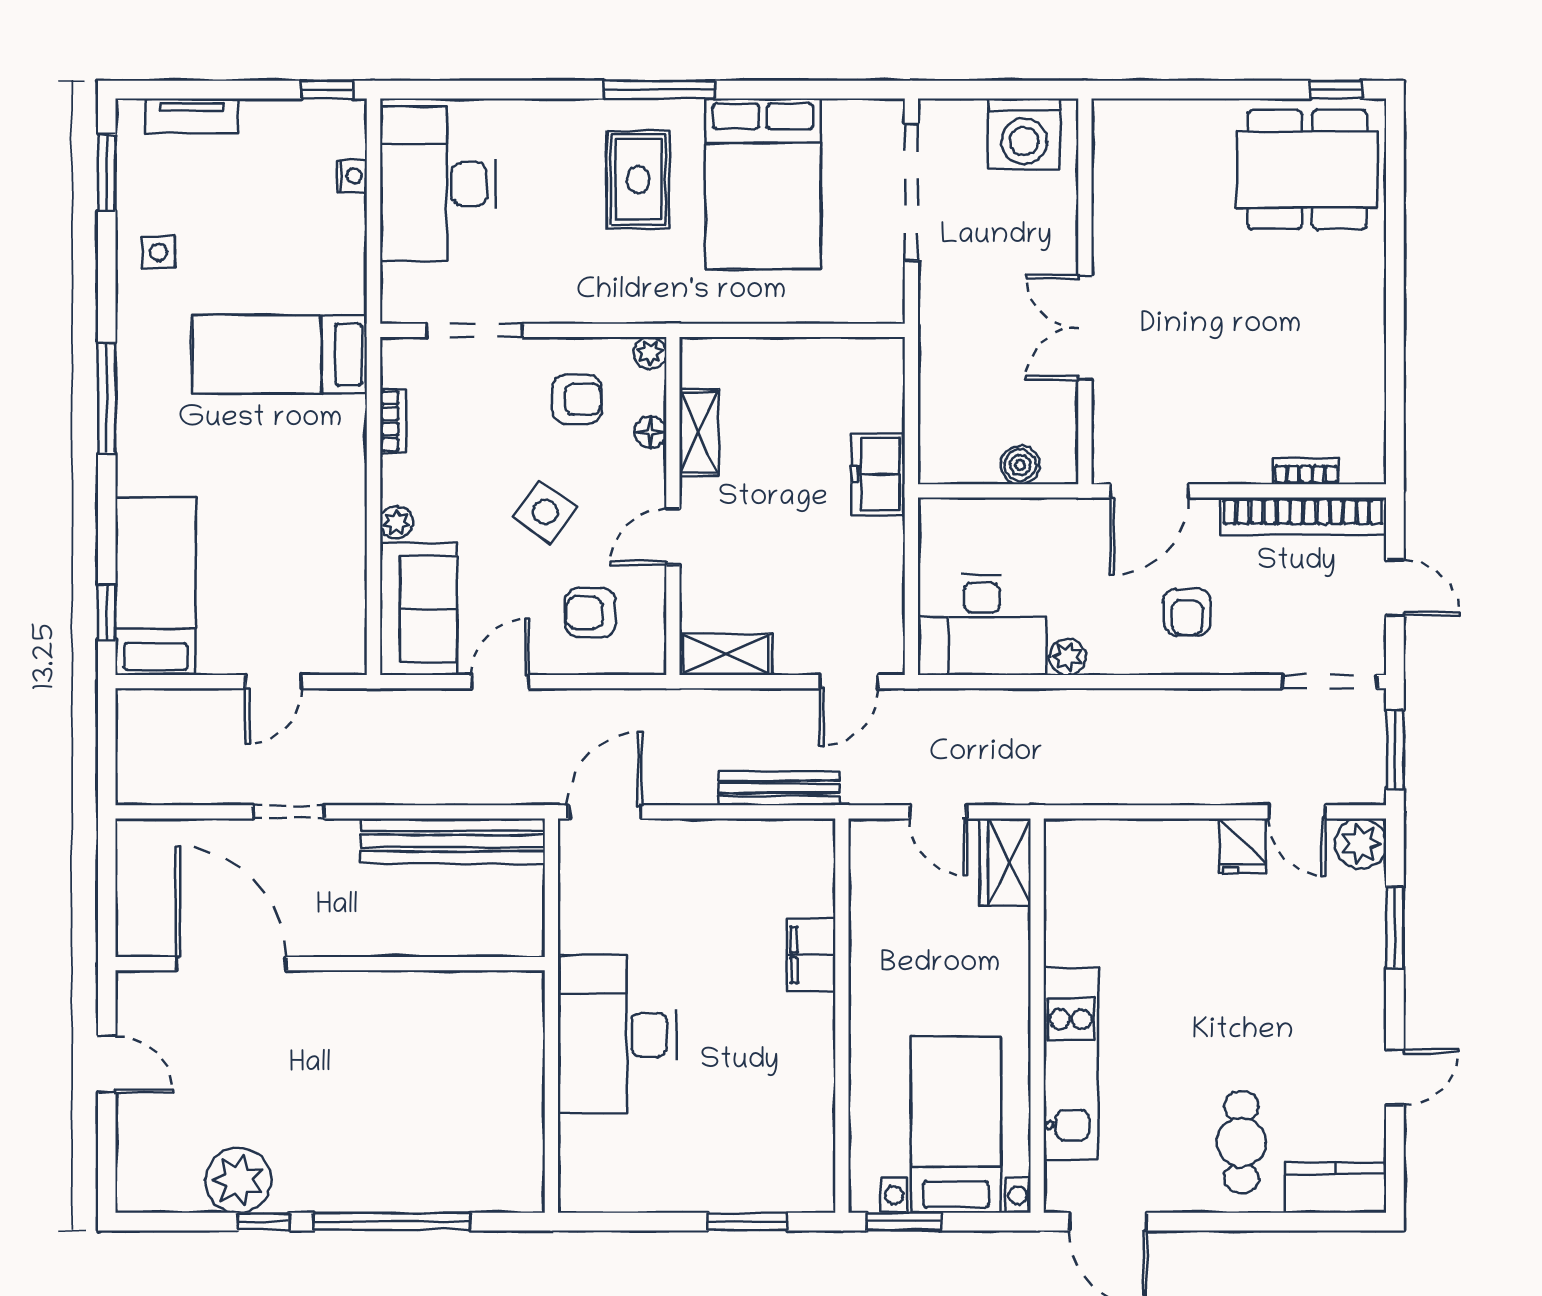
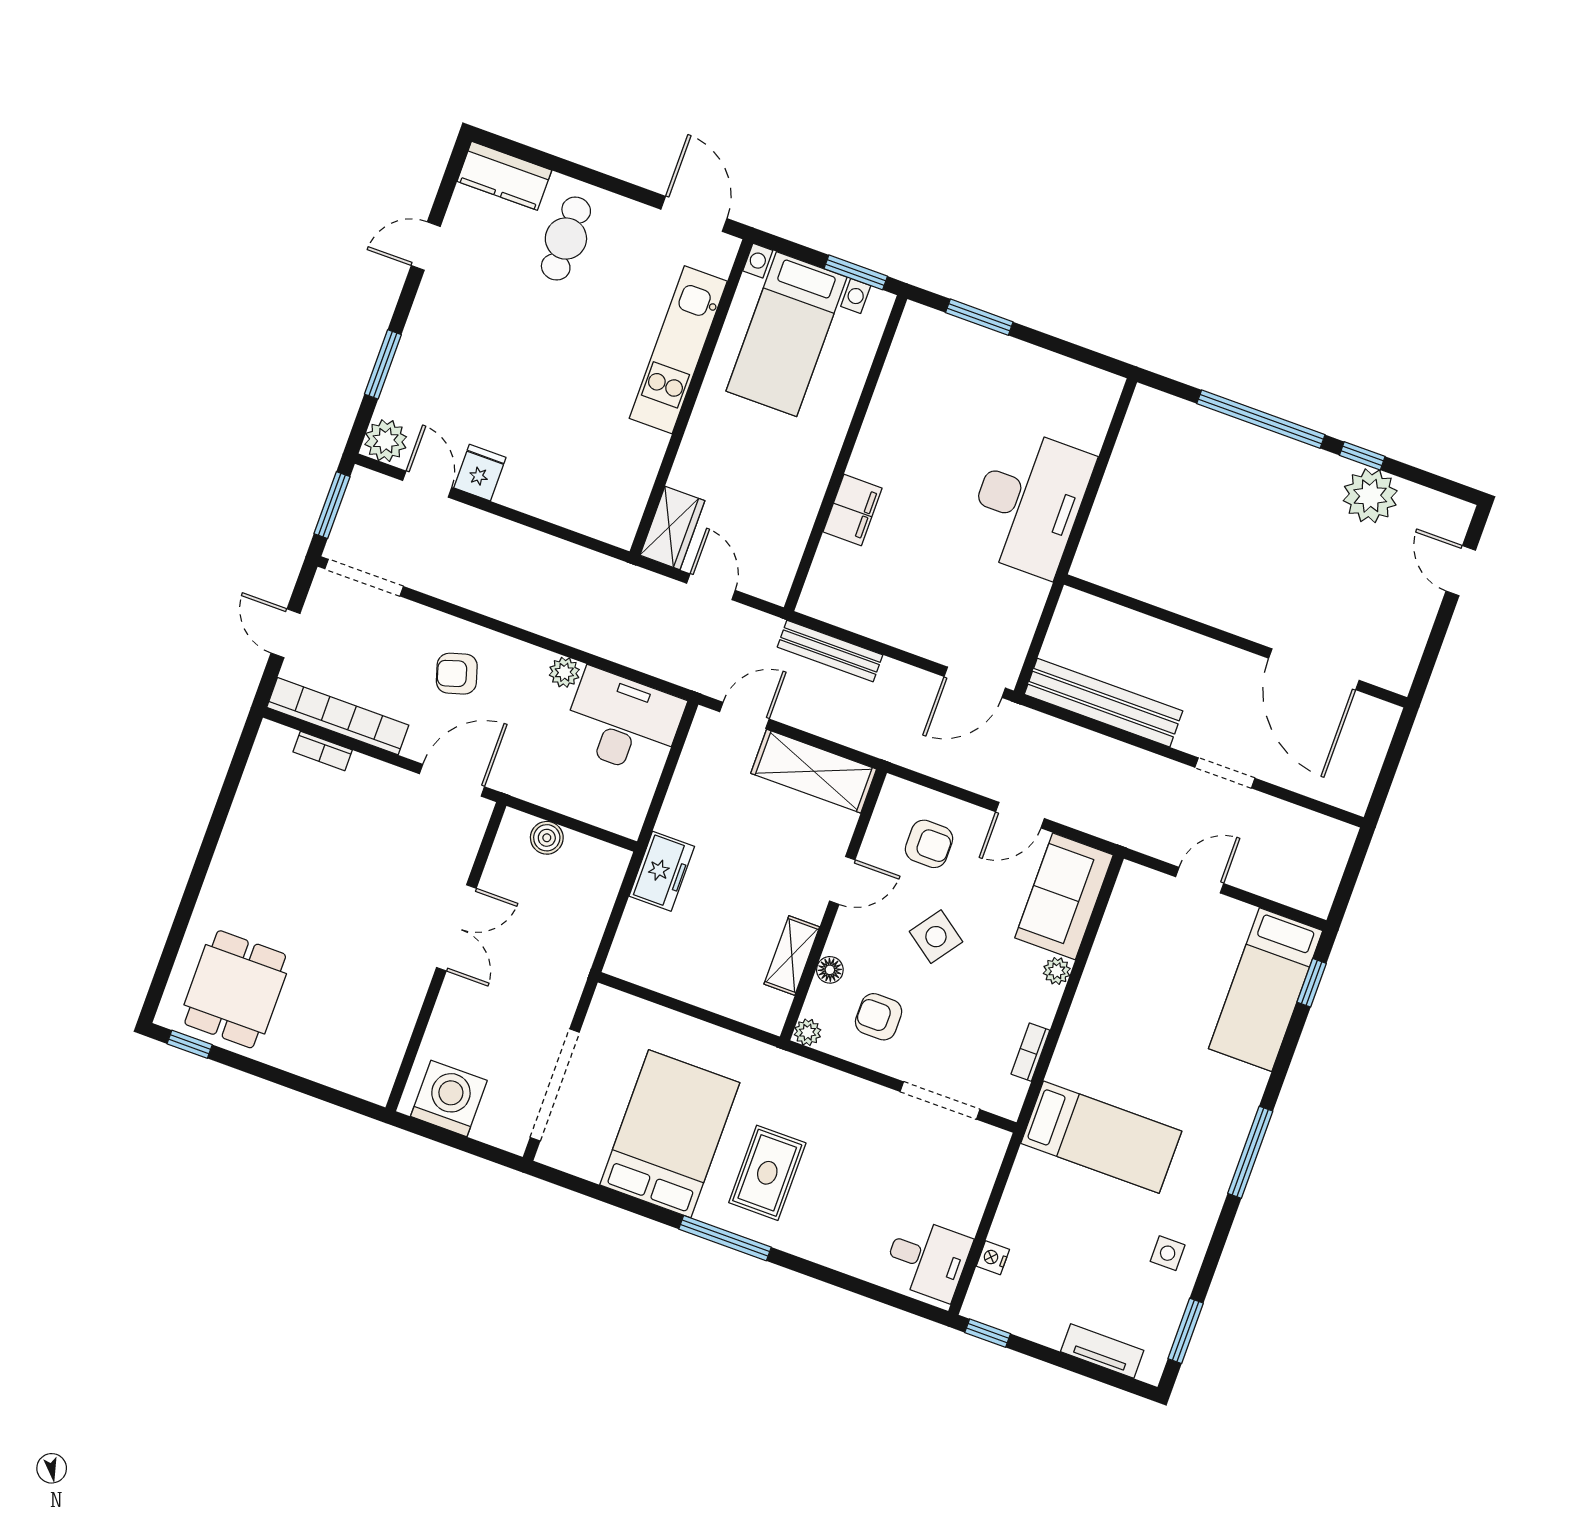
dining table: (1307, 170) -> (235, 989), width x0.73
desk: (438, 184) -> (927, 1259), width x0.53, depth x0.77
armchair: (1187, 612) -> (457, 674), turned -107
shelving: (726, 654) -> (814, 771), width x1.50, depth x1.33
door: (107, 1064) -> (1461, 571), moved

